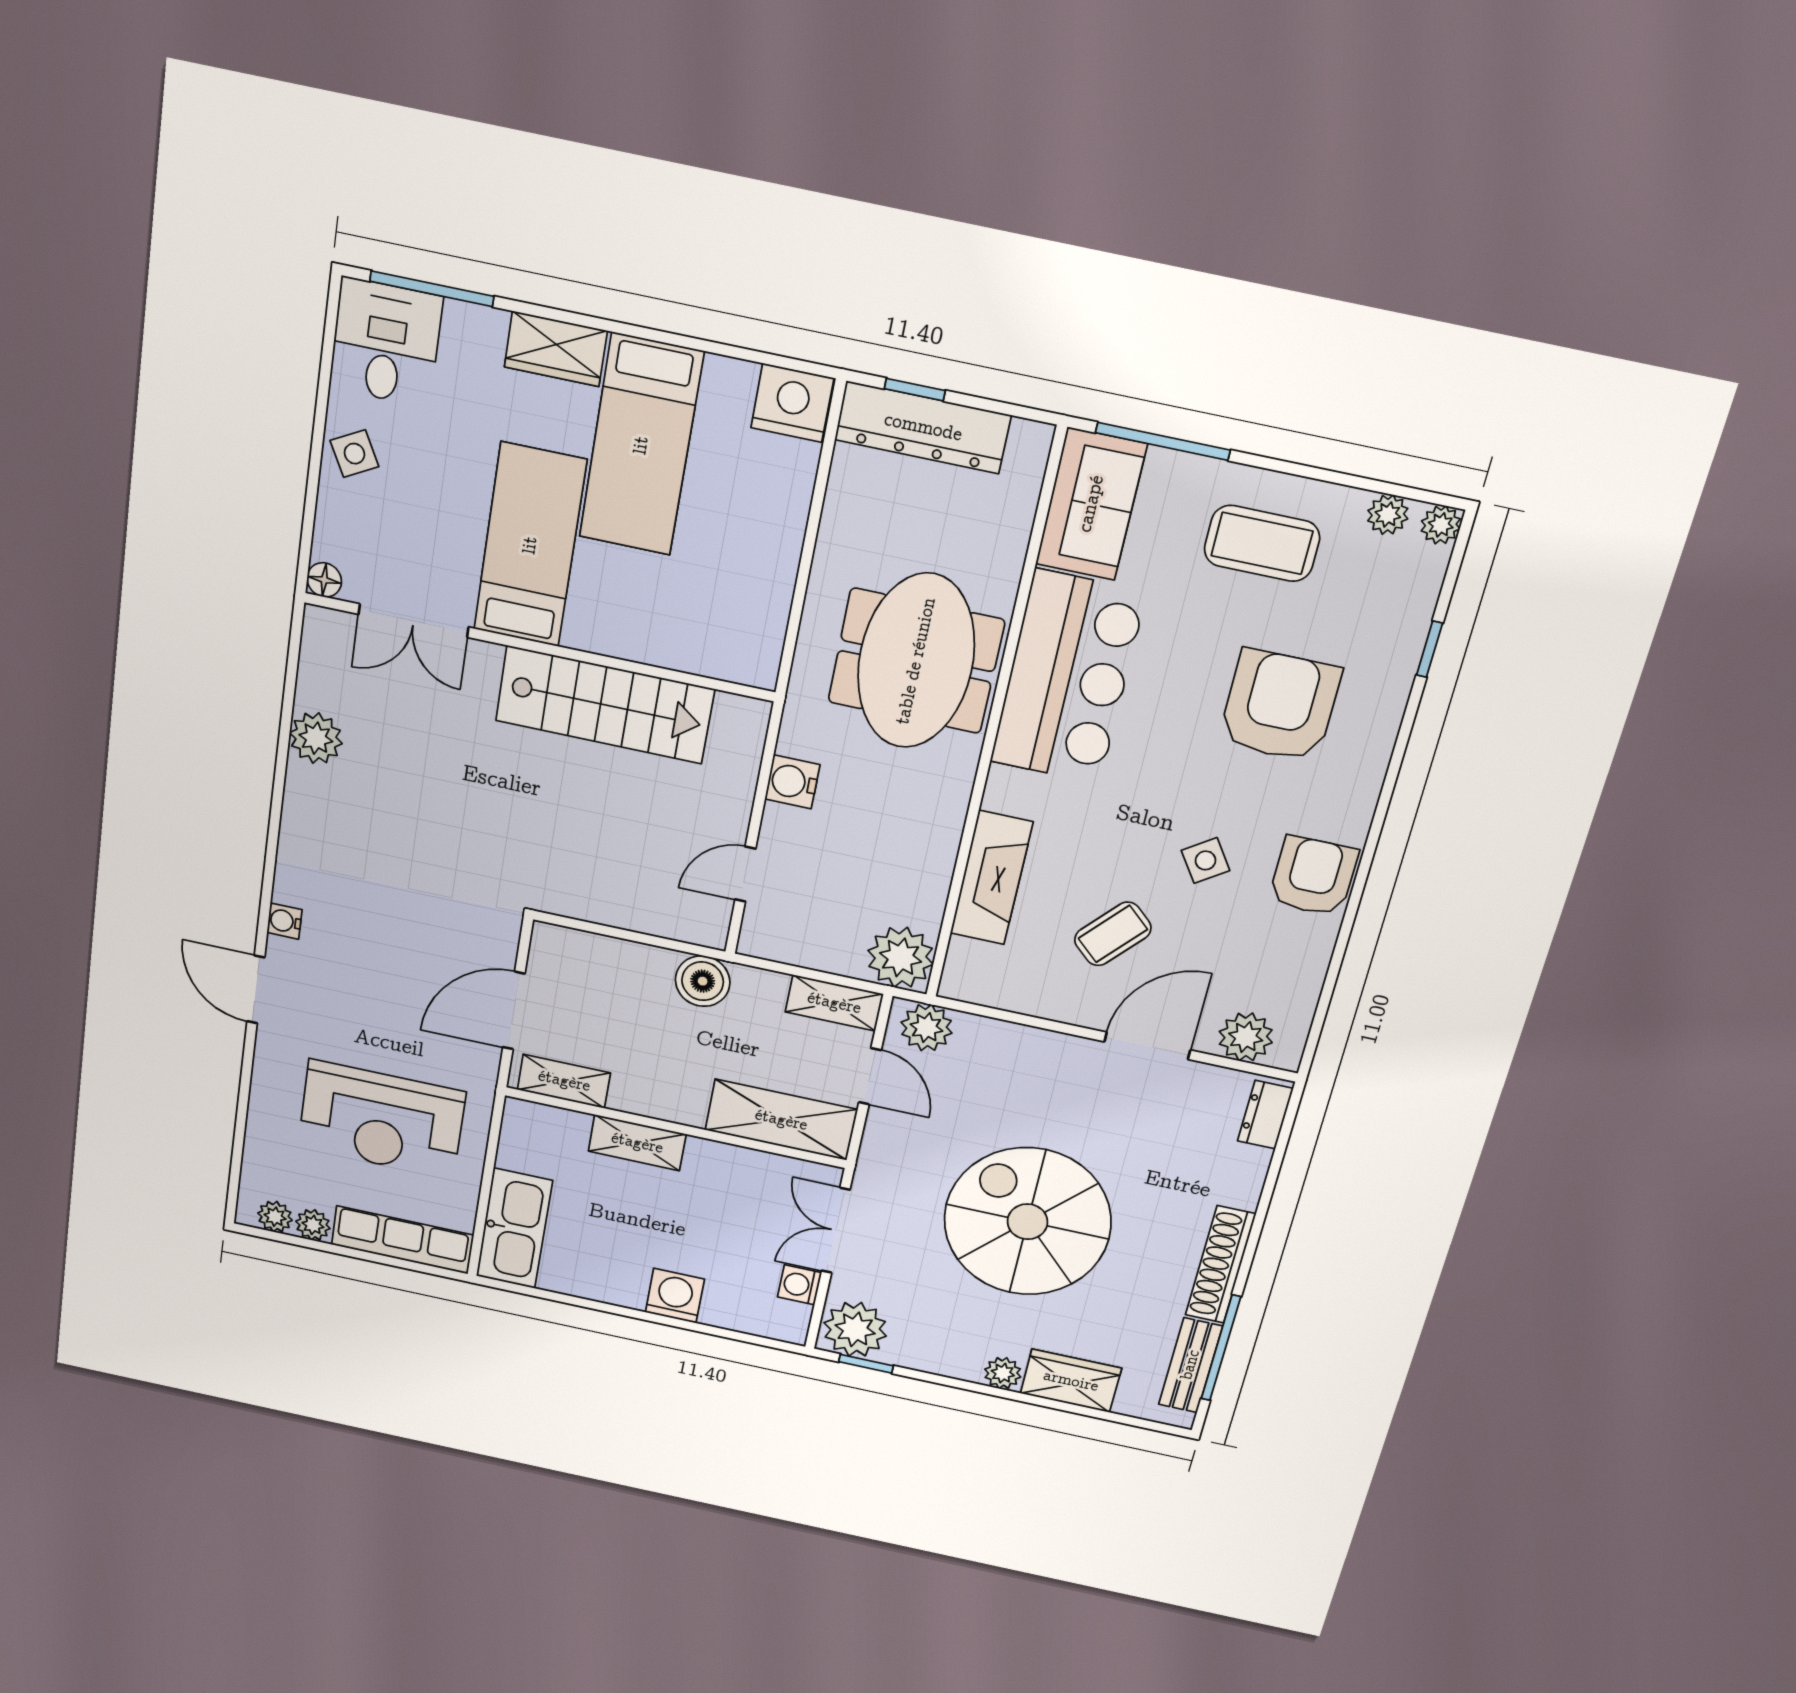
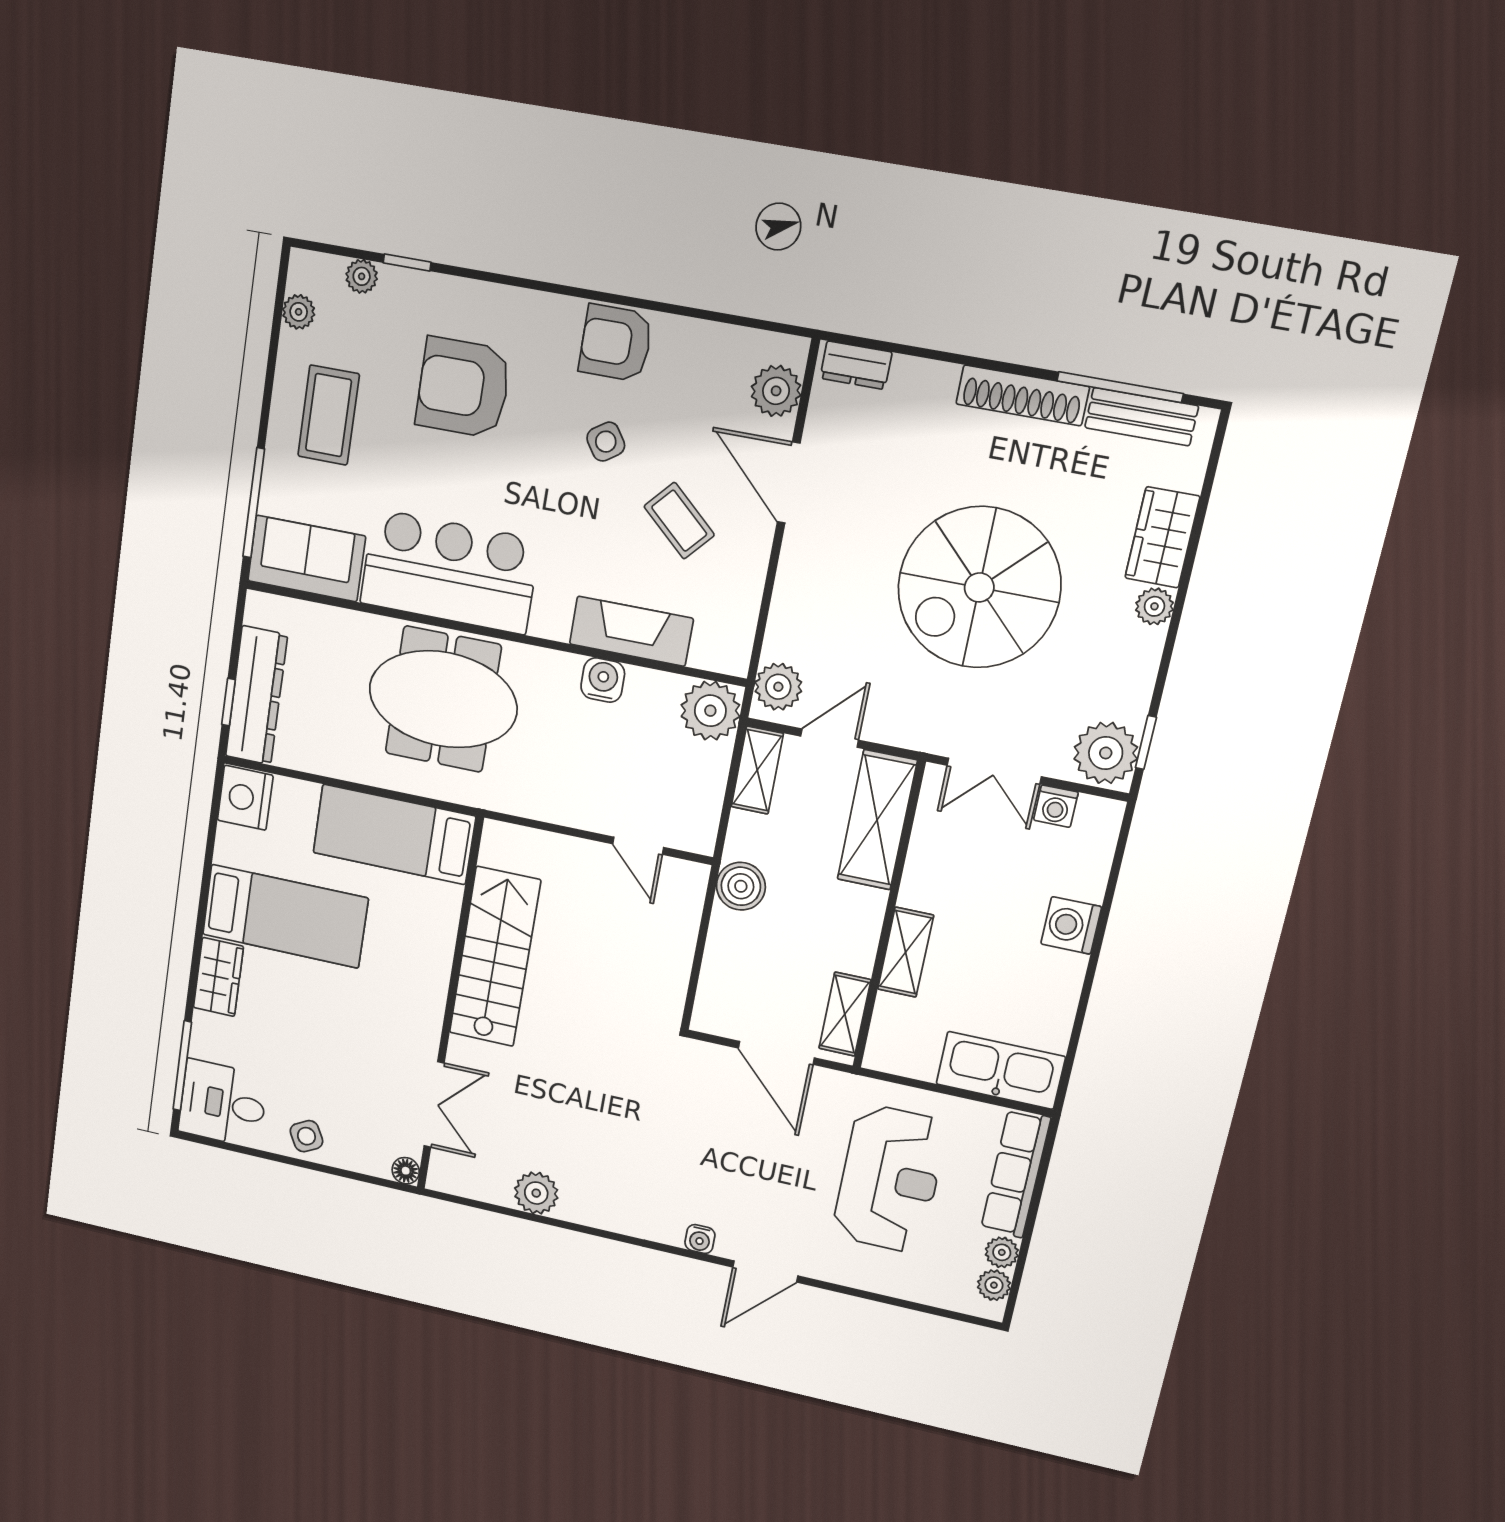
plant: (1441, 525) -> (362, 276), moved
bed: (530, 545) -> (394, 834), moved
water cooler: (792, 782) -> (603, 680), moved, turned 180

